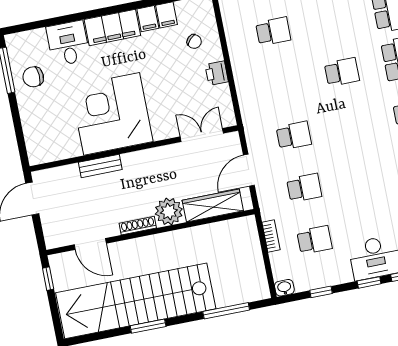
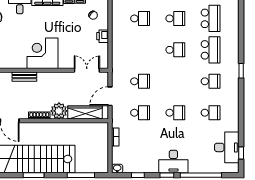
school desk: (332, 20) -> (175, 18), added
corner desk: (112, 114) -> (42, 53), width x0.74, depth x0.74
school desk: (314, 240) -> (175, 113), moved

